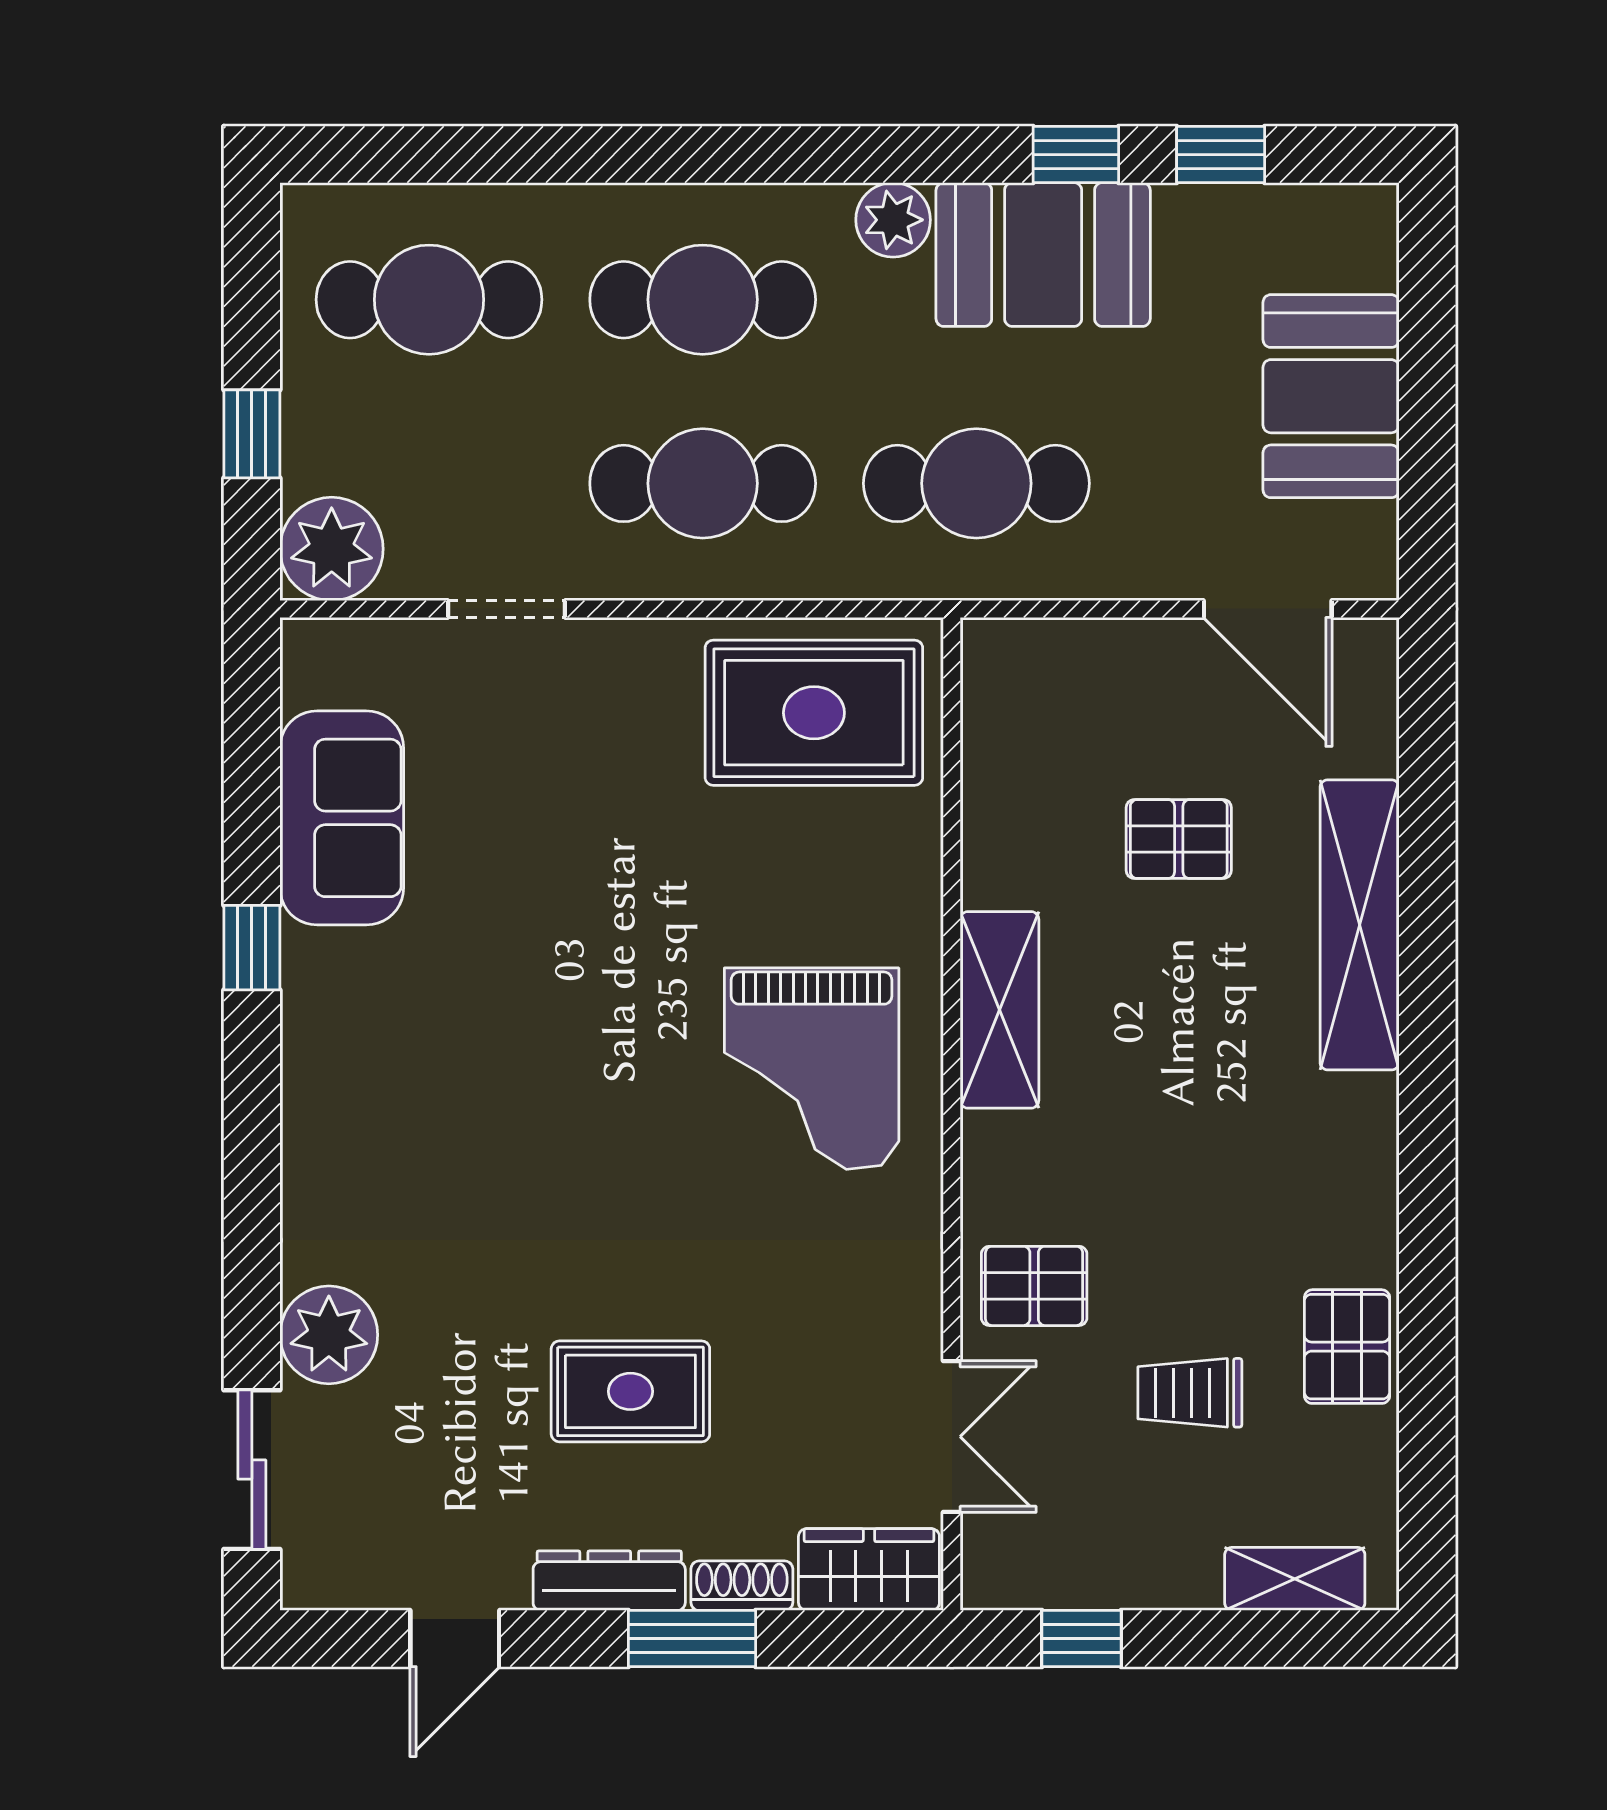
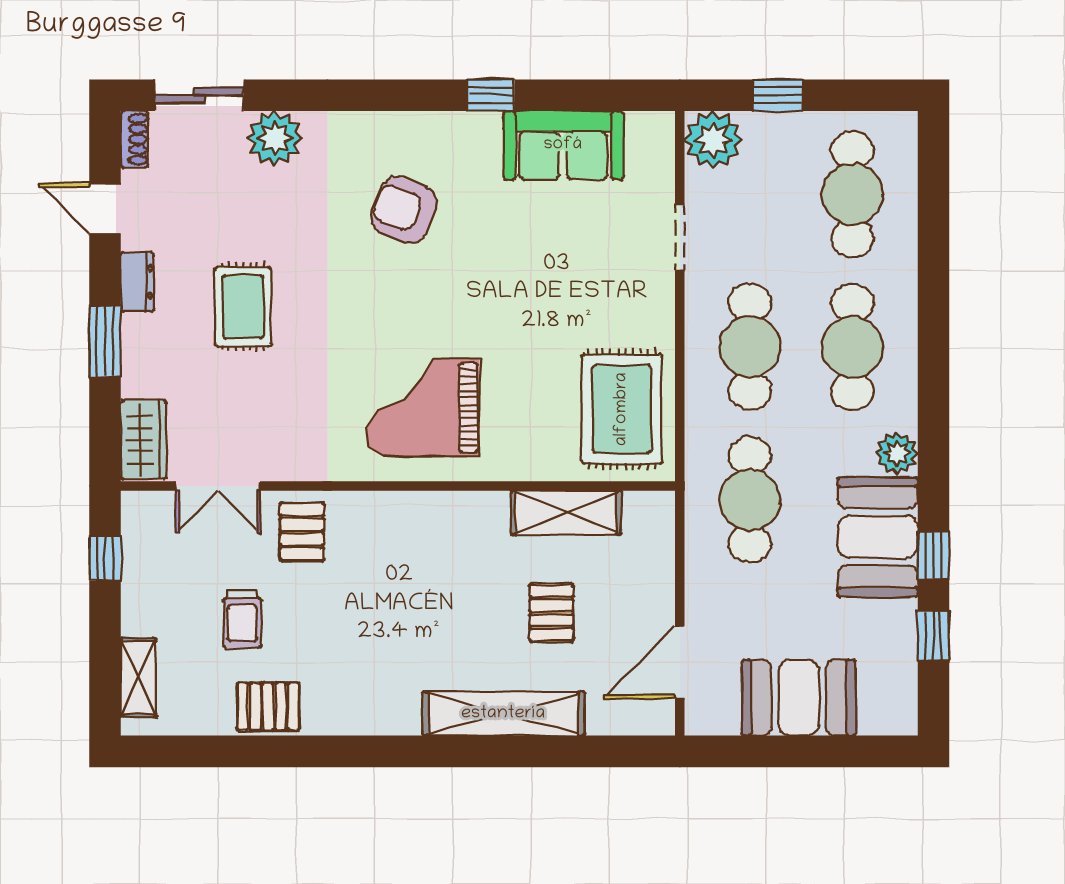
shelving: (999, 1010) -> (566, 513), moved
armchair: (457, 1104) -> (404, 210), added
trolley: (1190, 1393) -> (242, 619), turned 180
dresser: (609, 1581) -> (137, 282), width x0.70
shoe rack: (742, 1586) -> (135, 139), moved

